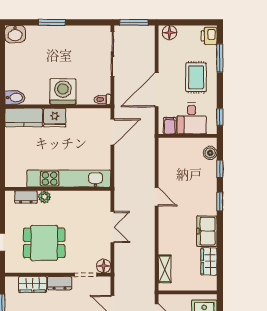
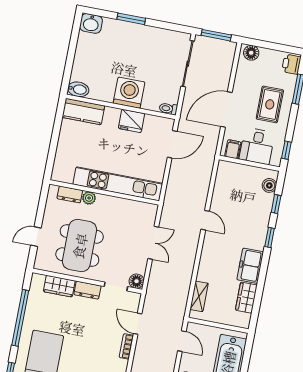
fridge: (55, 117) -> (132, 121), moved
dining table: (44, 243) -> (80, 246), width x1.38

